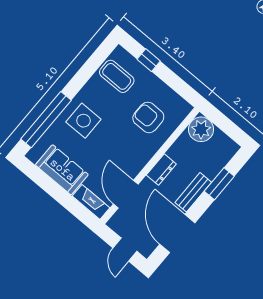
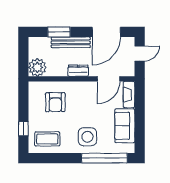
coffee table: (117, 76) -> (47, 139), turned 90
bench: (193, 192) -> (71, 42), width x1.36

